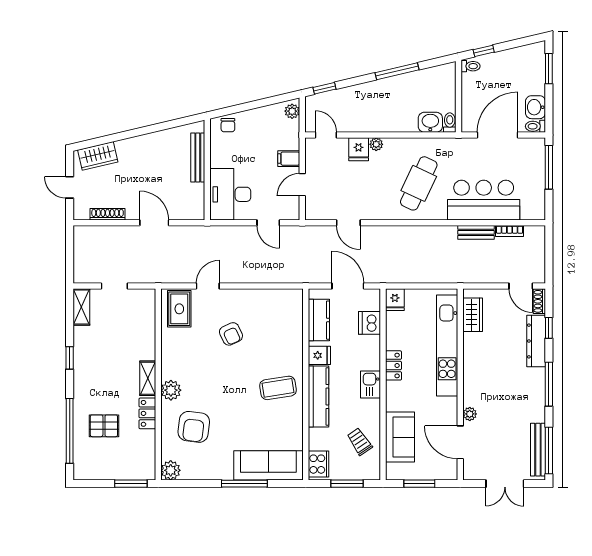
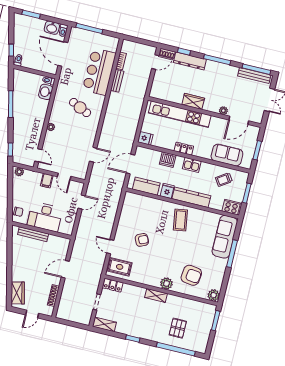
door: (326, 135) -> (38, 155), swing flipped
fridge: (359, 149) -> (51, 138), removed
cafe table: (419, 183) -> (80, 108), width x0.73, depth x0.74
desk: (230, 194) -> (45, 217), moved
wardrobe: (473, 315) -> (193, 101), moved
dishwasher: (369, 323) -> (168, 160), moved
locker: (147, 413) -> (113, 285), moved

